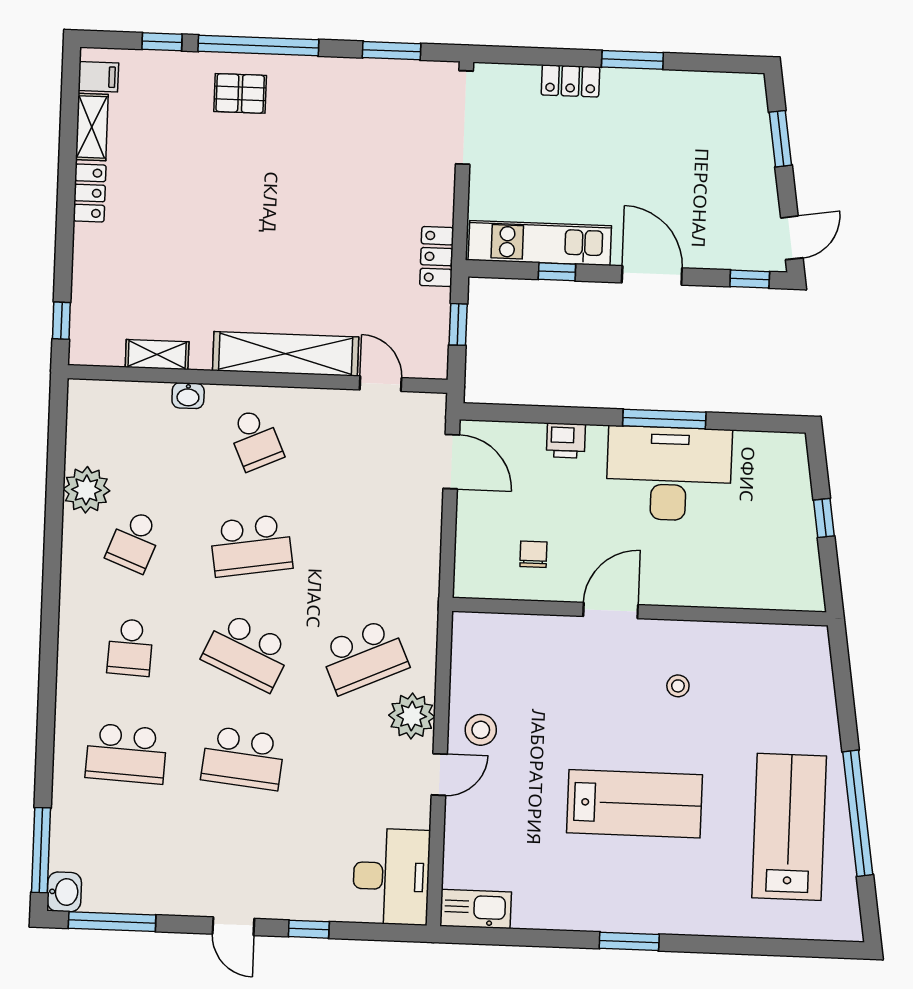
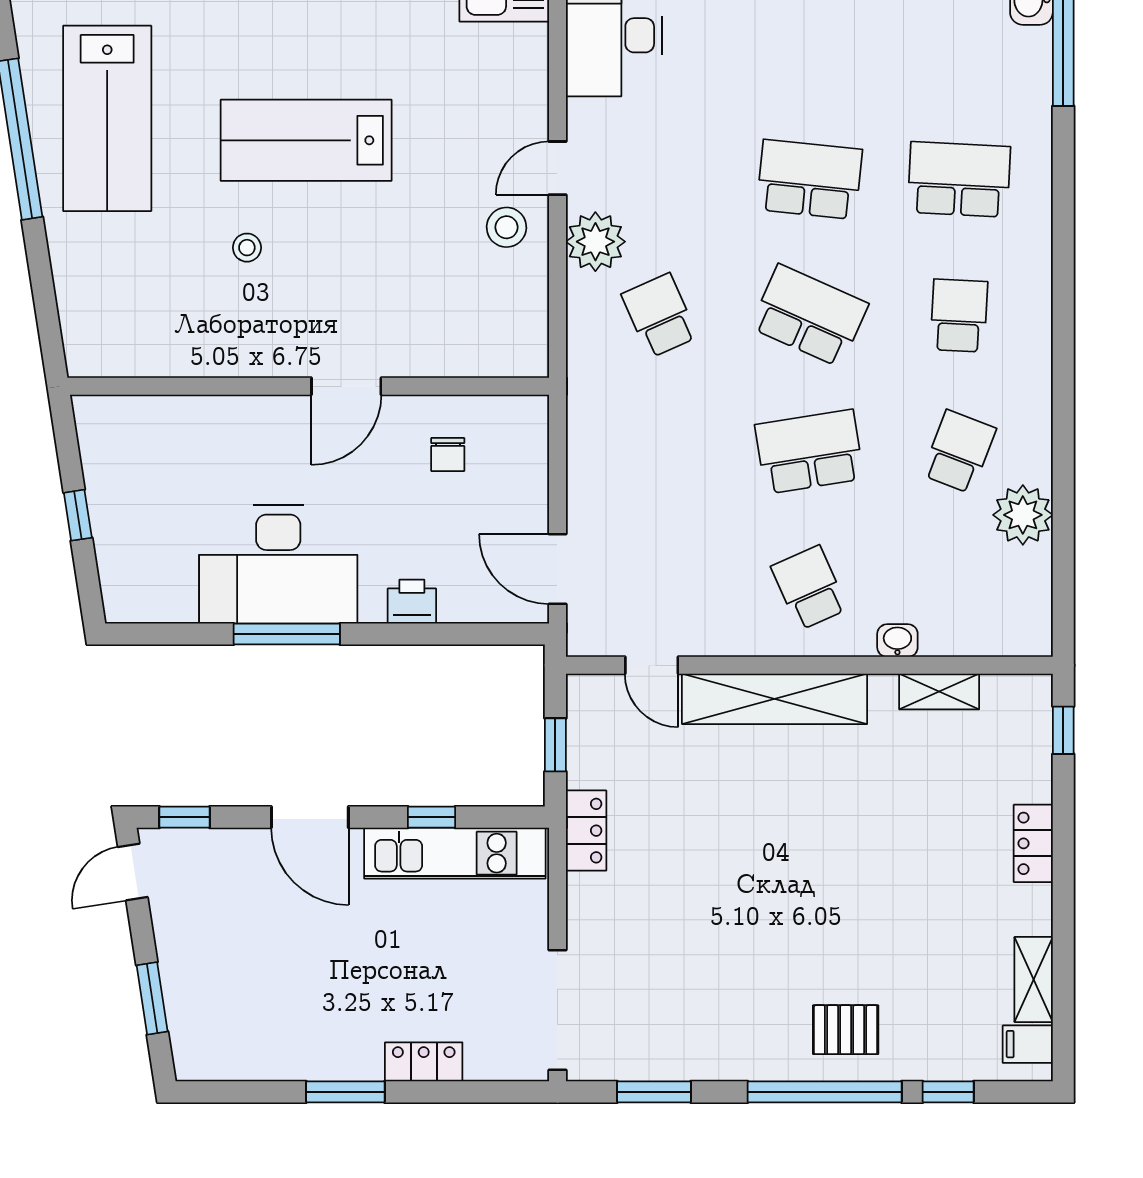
locker: (90, 193) -> (1033, 843), moved
school desk: (364, 656) -> (660, 316), width x0.54
stool: (678, 686) -> (247, 248), moved

